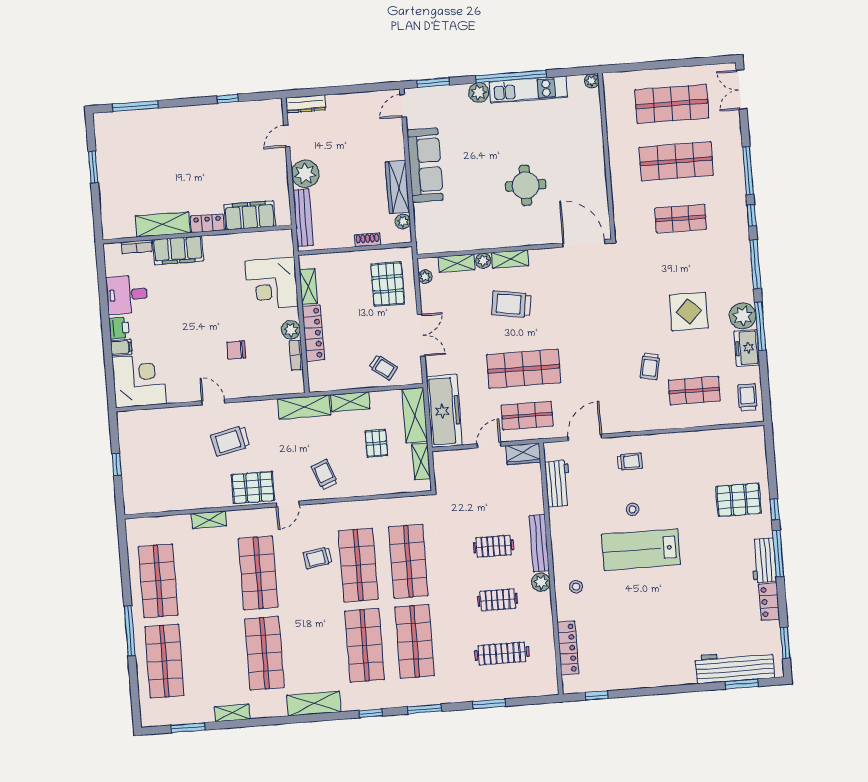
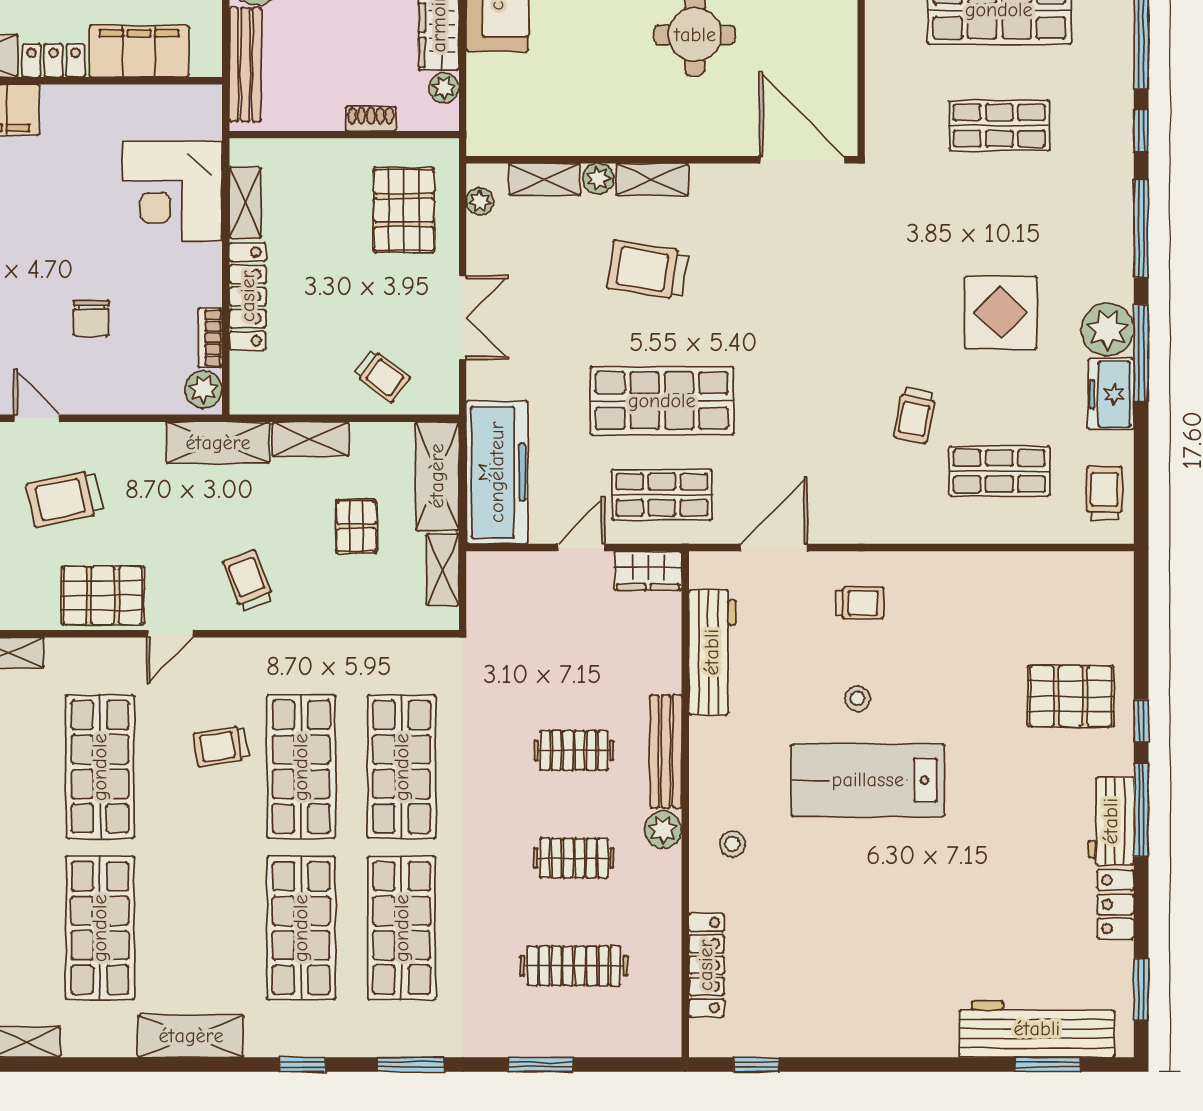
plant: (291, 330) -> (203, 389), moved
chair: (236, 350) -> (91, 318), turned -90
workbench: (558, 484) -> (712, 652), width x1.37

